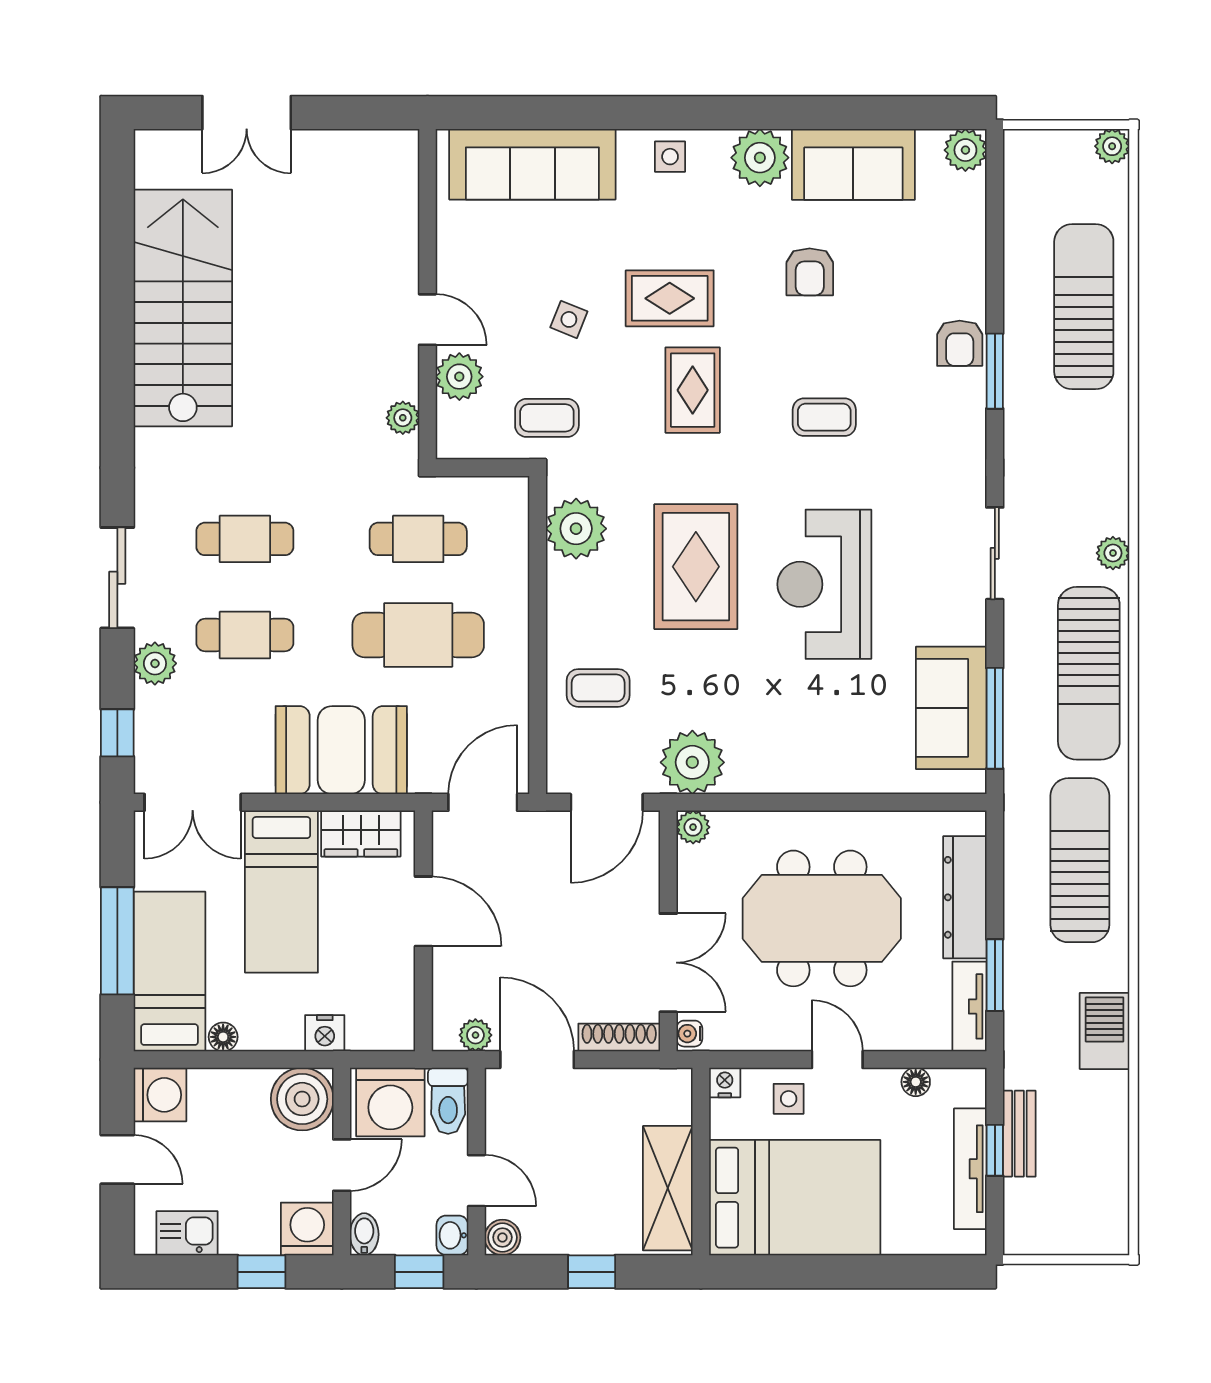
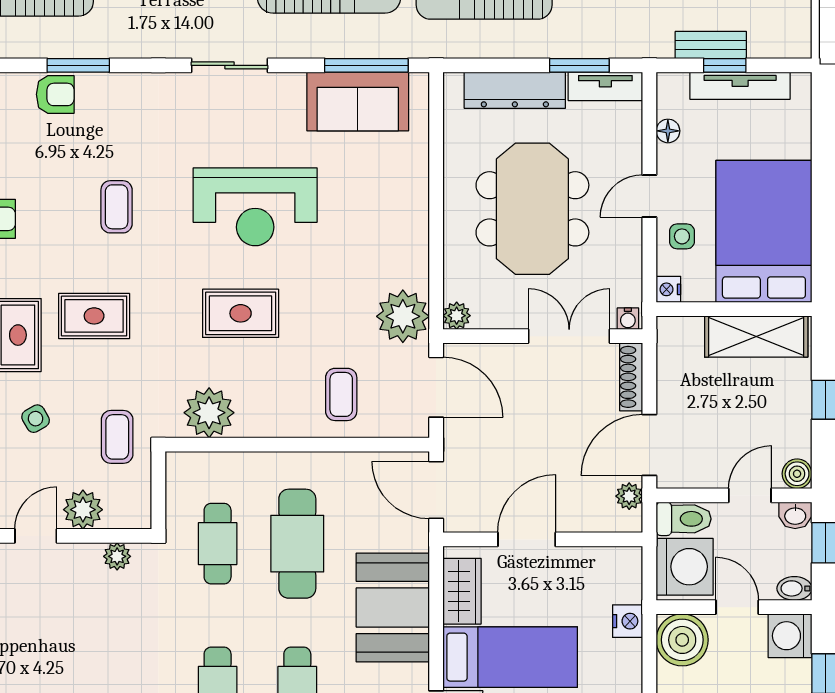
side table: (569, 319) -> (36, 419), turned 38
rug: (696, 567) -> (241, 313), width x0.73, depth x0.70

